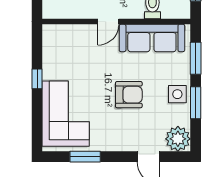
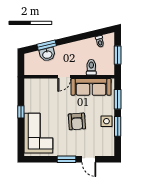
armchair: (129, 95) -> (77, 121), turned 86
plant: (178, 139) -> (107, 148), removed
window: (85, 157) -> (67, 159), moved

